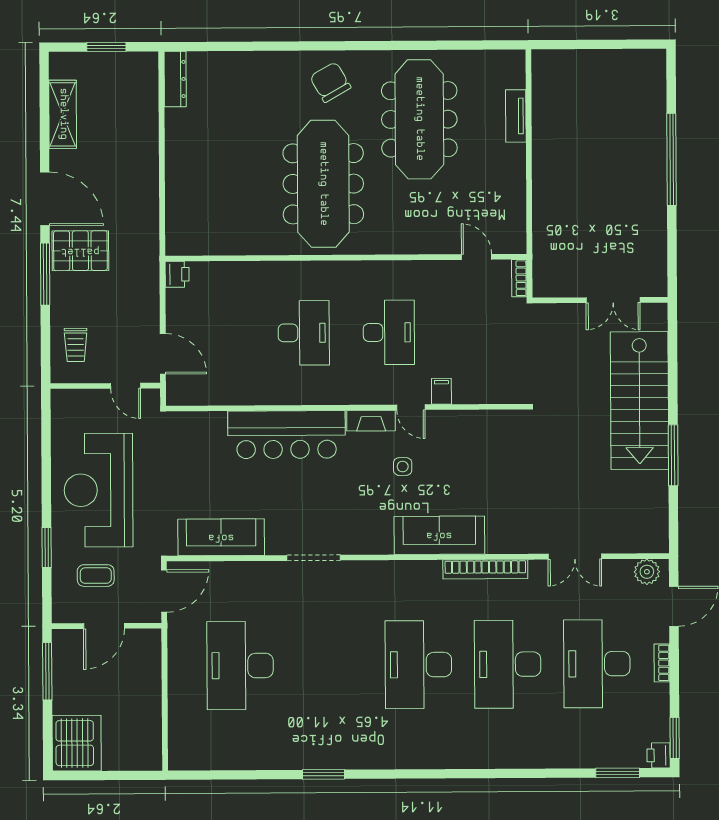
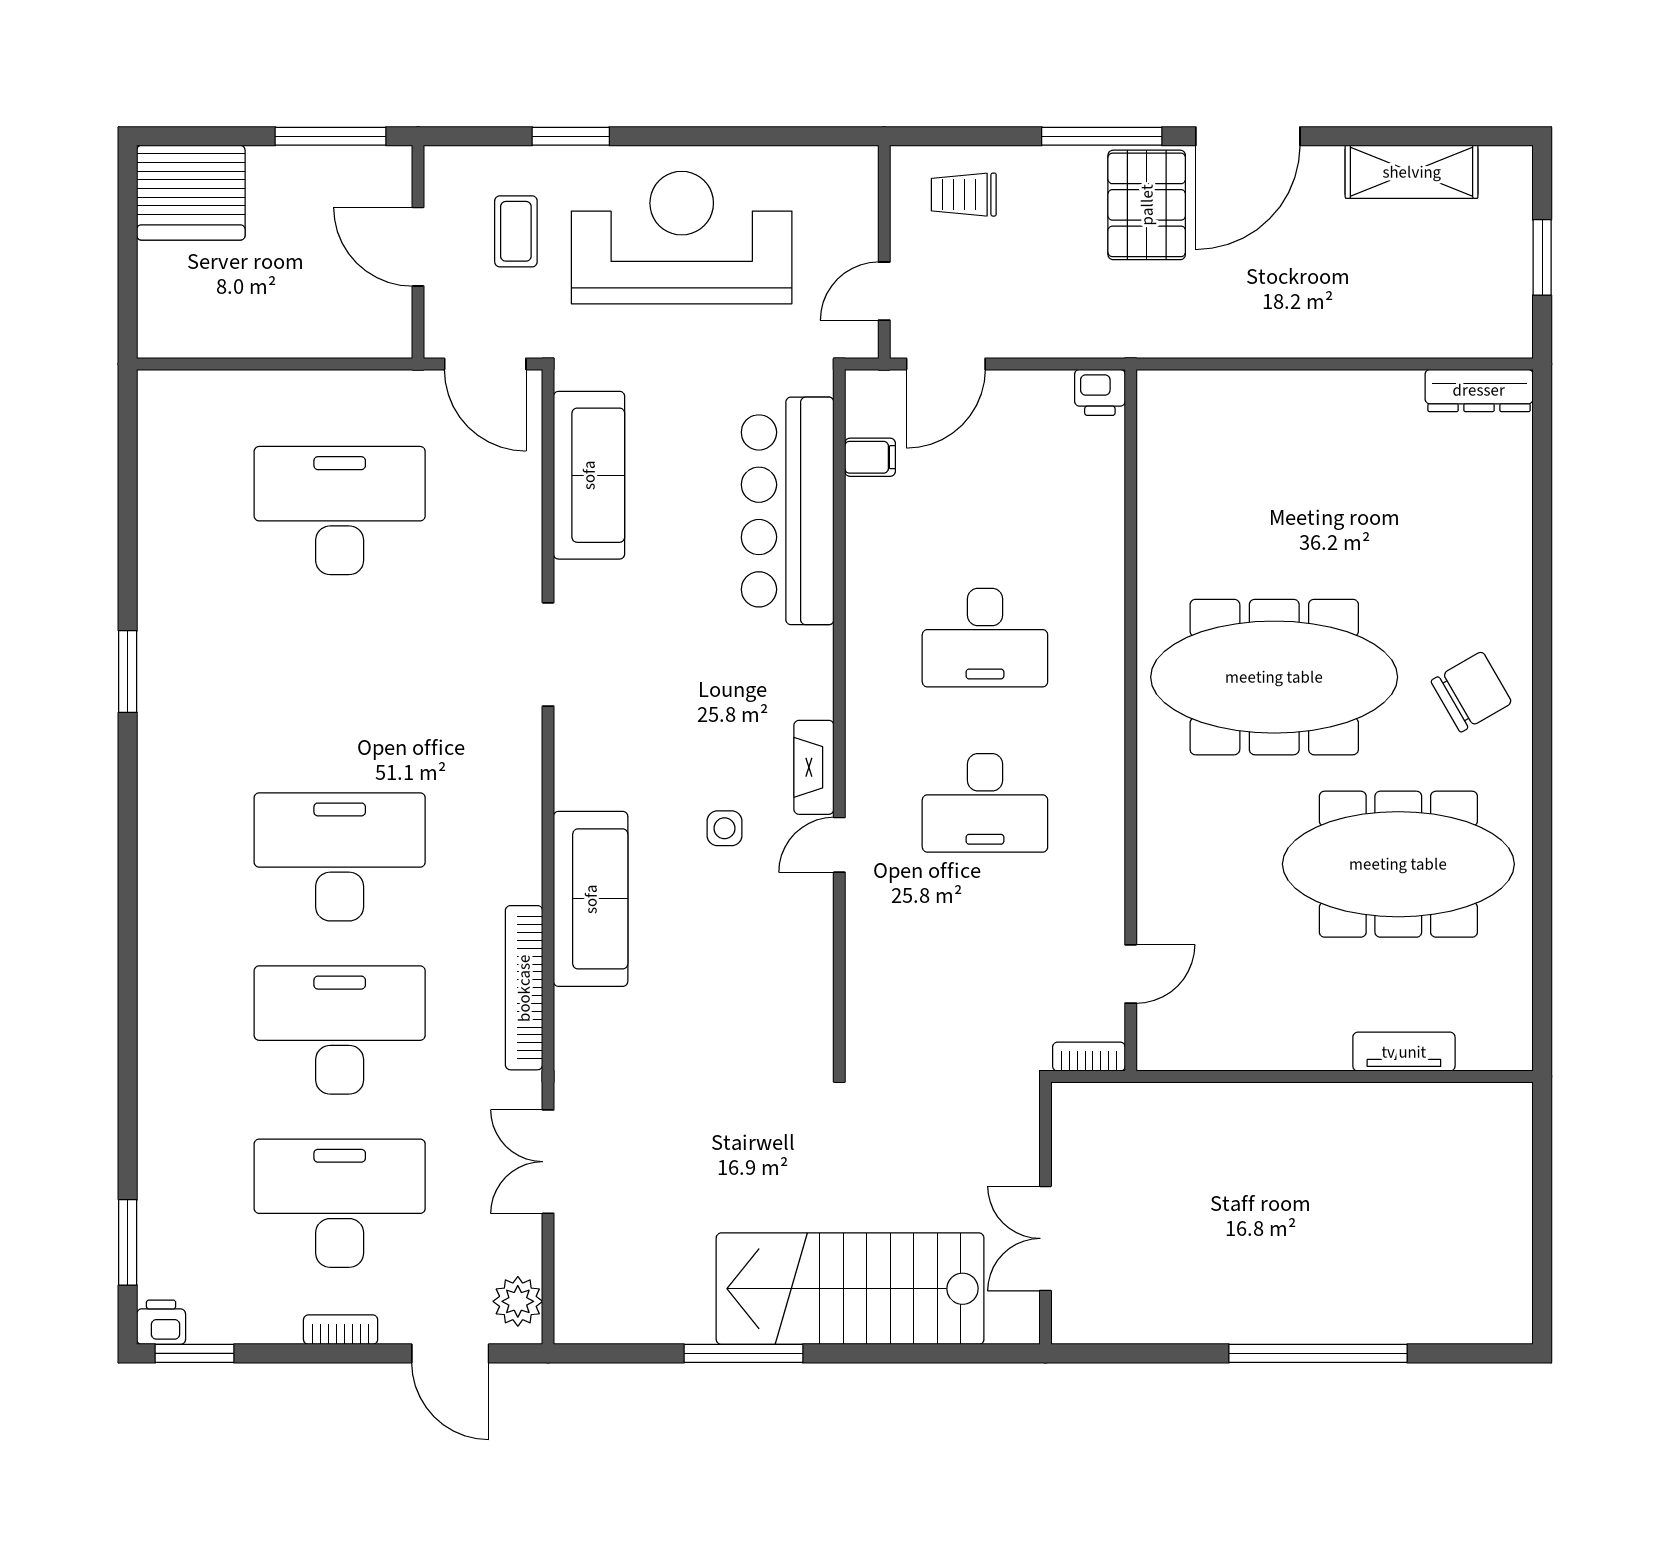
filing cabinet: (441, 391) -> (870, 457), moved
bar counter: (286, 435) -> (788, 511), moved

